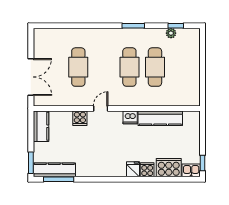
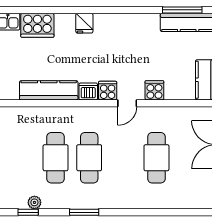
cooker: (147, 170) -> (108, 91), moved, turned 180

